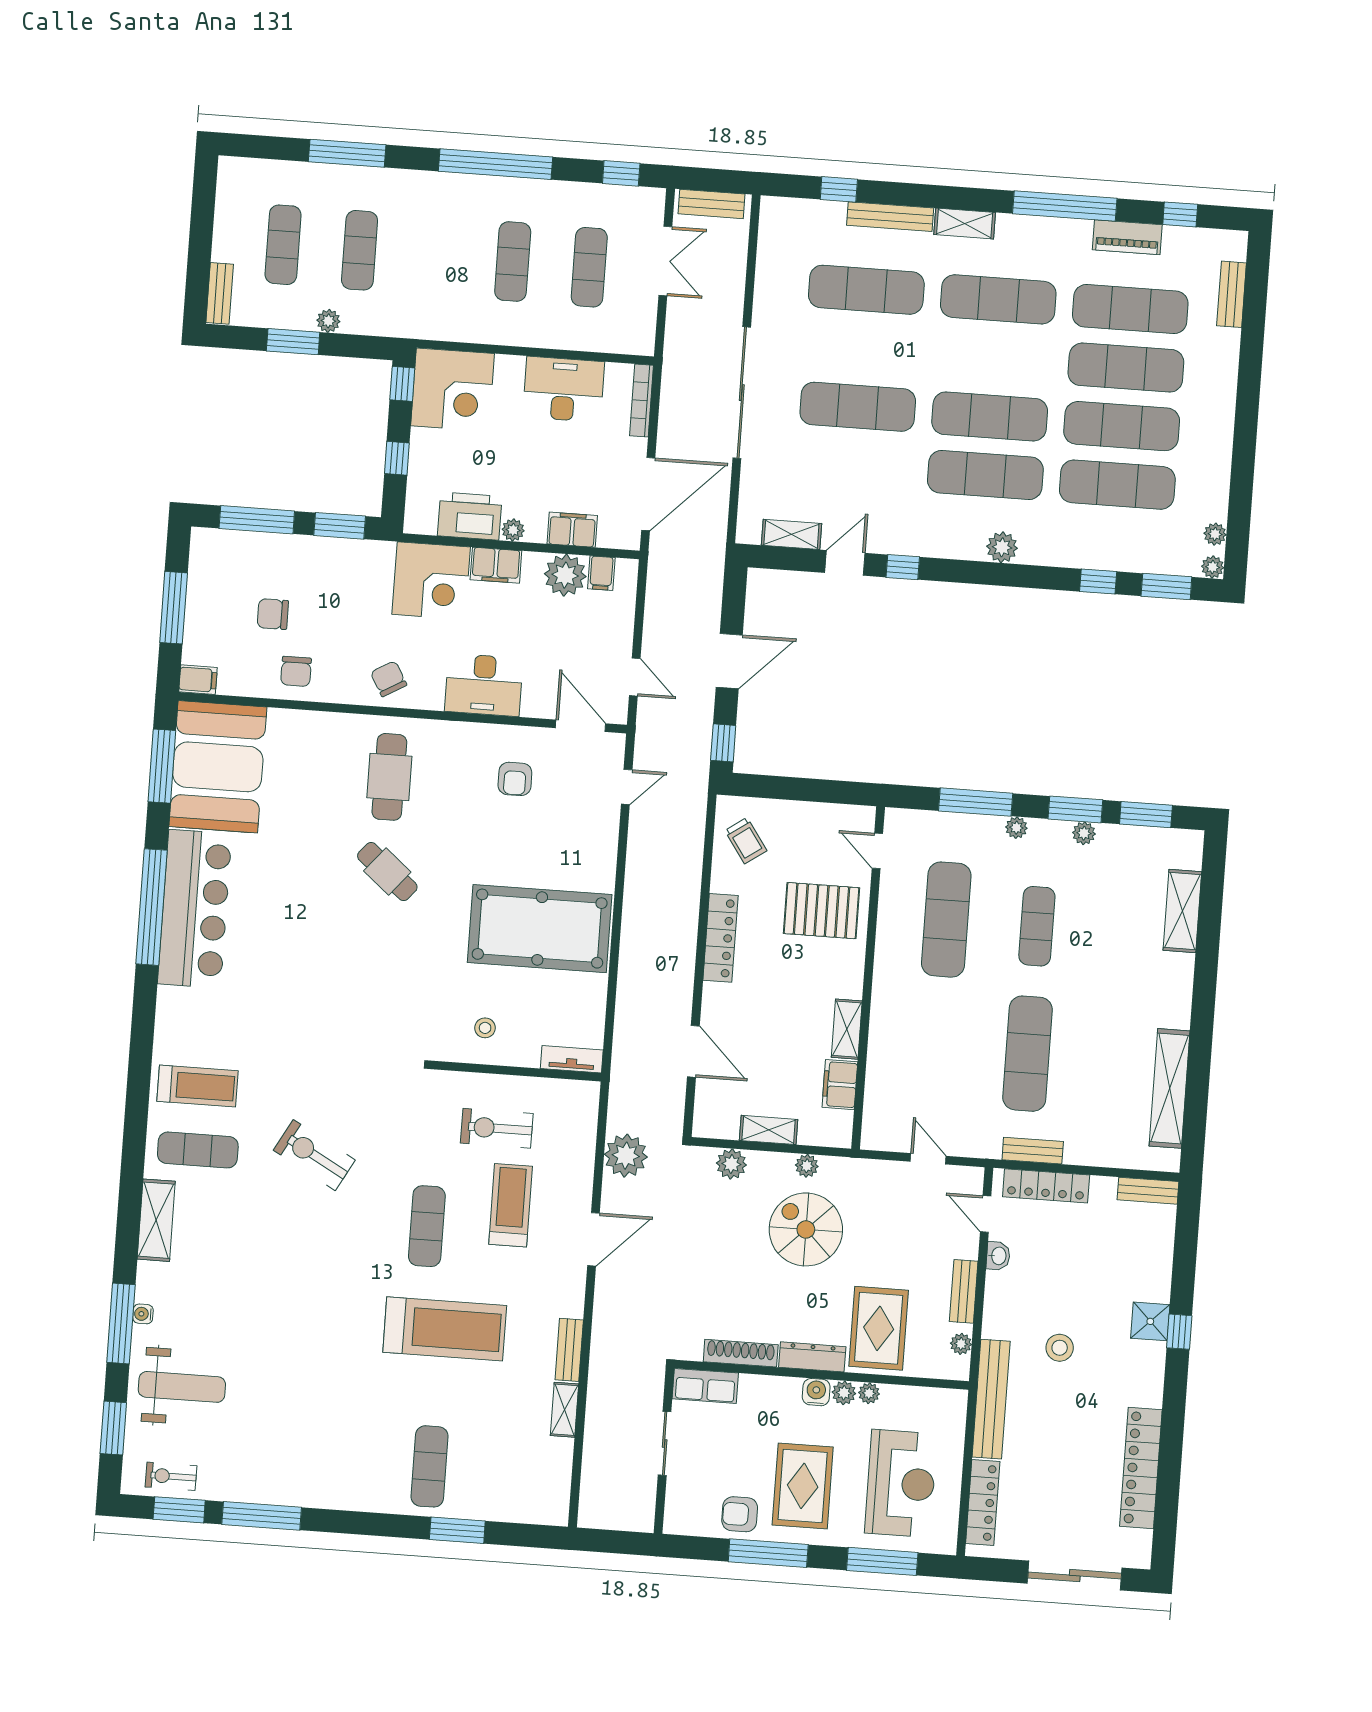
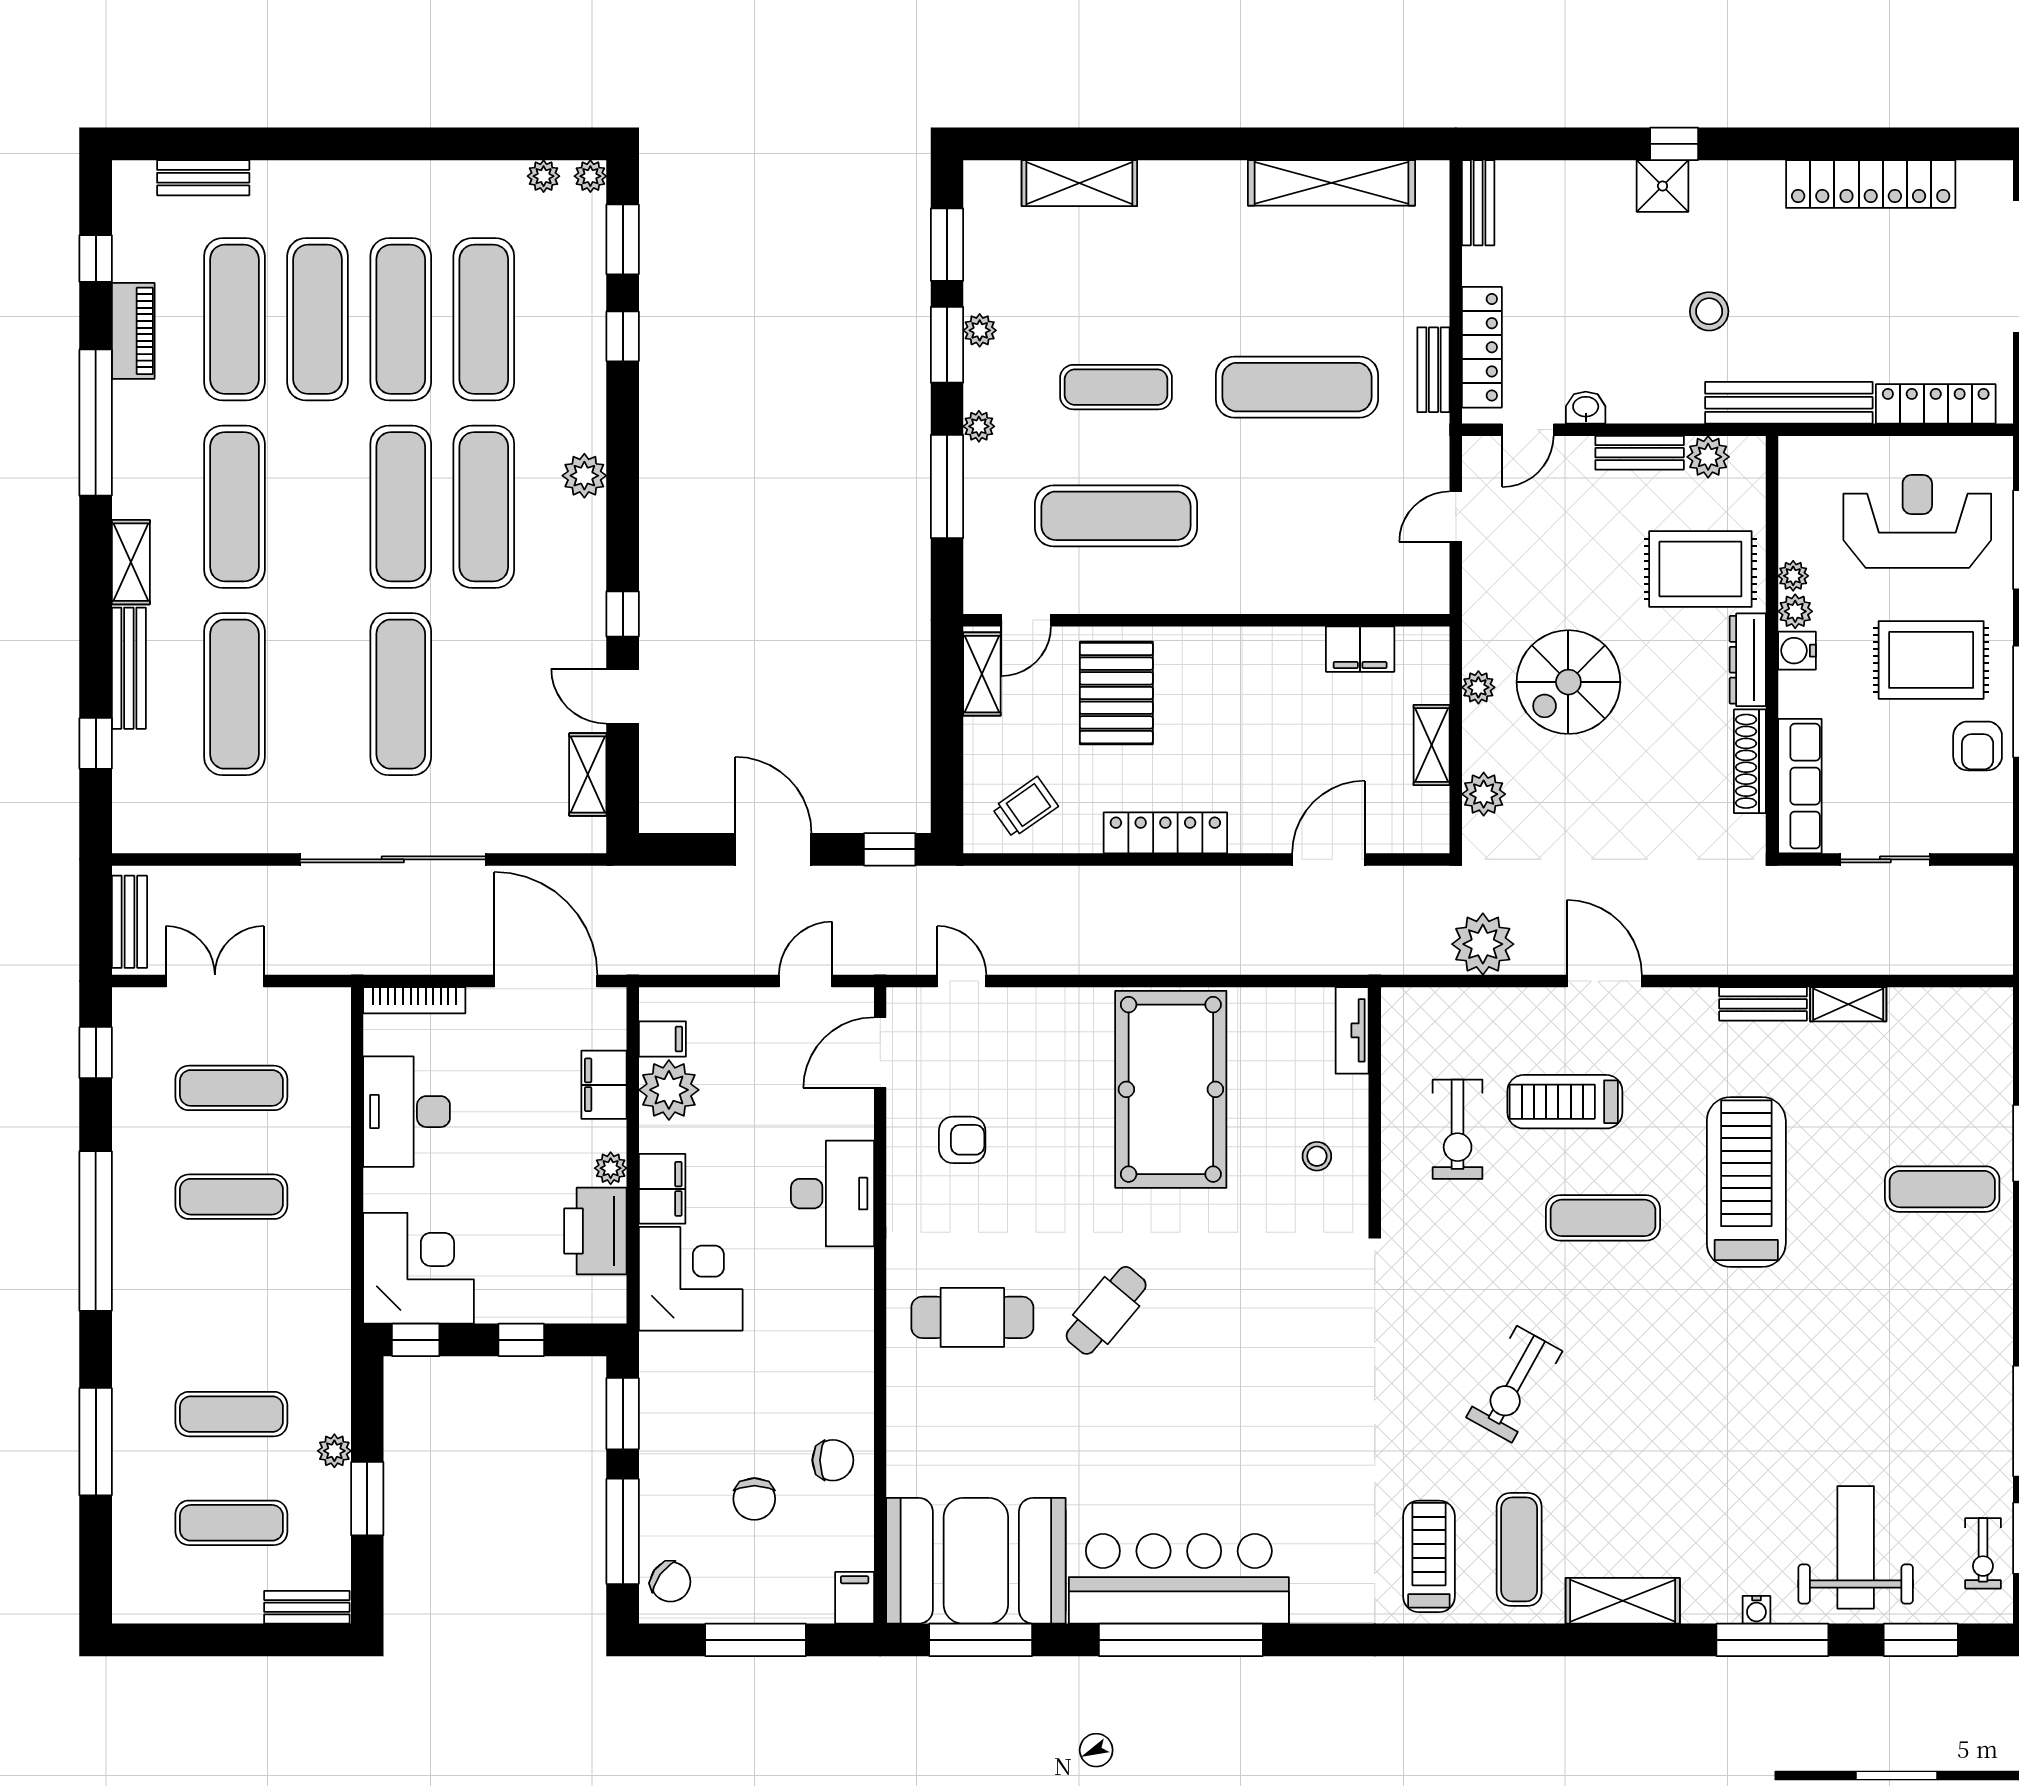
chair: (389, 679) -> (671, 1582), moved, turned -114
shelving: (847, 1029) -> (982, 674), moved, turned 90
plant: (961, 1344) -> (1708, 457), width x1.38, depth x1.38
row of seats: (705, 1386) -> (1800, 786), width x1.48

